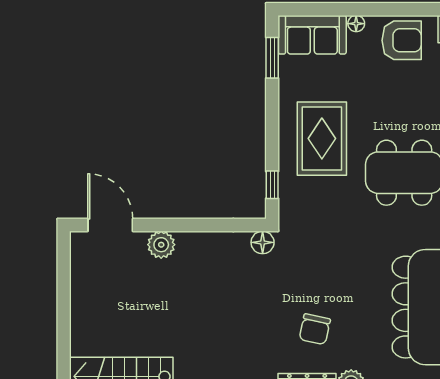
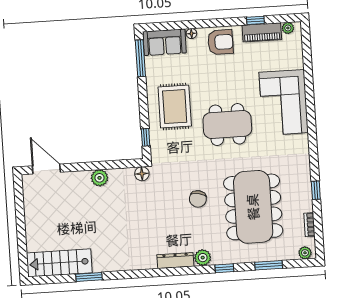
window: (272, 58) -> (140, 58), width x1.44
plant: (161, 245) -> (99, 178), moved
chair: (315, 329) -> (198, 199), moved

